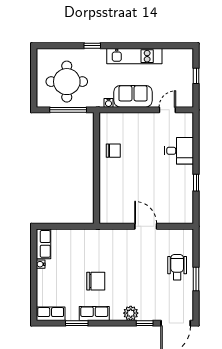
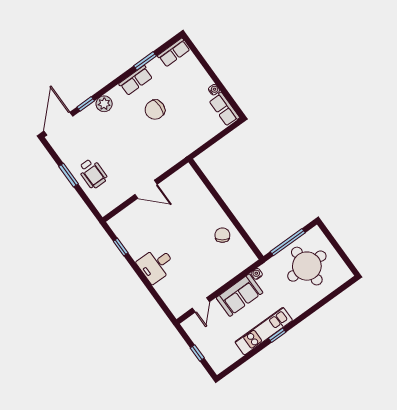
window: (92, 46) -> (277, 335), moved
chair: (113, 151) -> (222, 235), turned 126
desk: (179, 151) -> (156, 265), moved
window: (196, 183) -> (121, 247), moved

